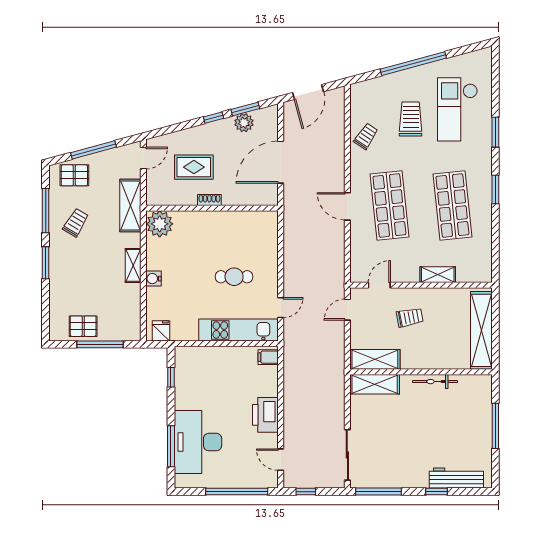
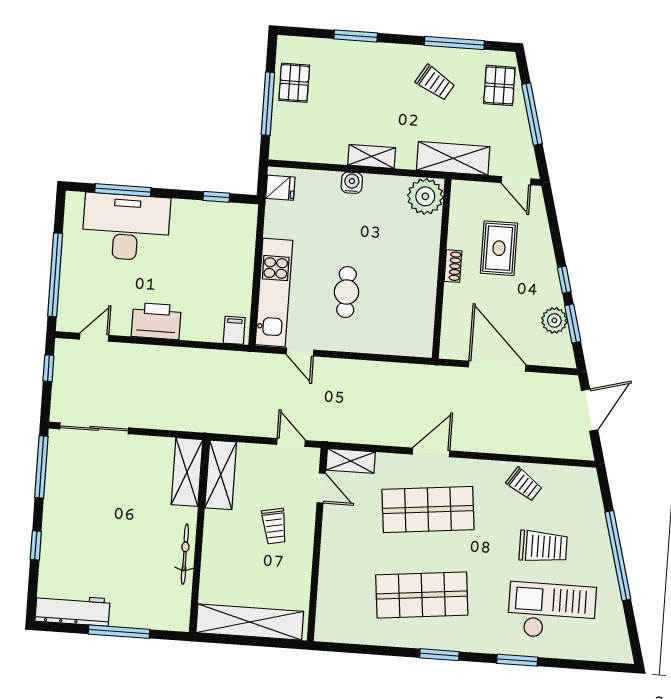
door: (308, 92) -> (590, 410), swing flipped
window: (46, 263) -> (356, 36), moved
shelving: (438, 275) -> (351, 461), moved, turned 90
workbench: (456, 478) -> (73, 610), moved, turned -90

